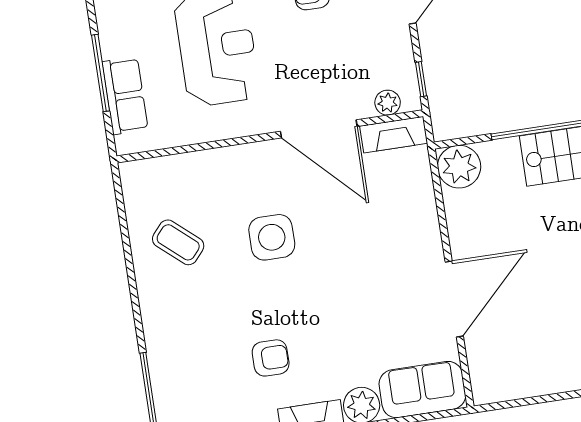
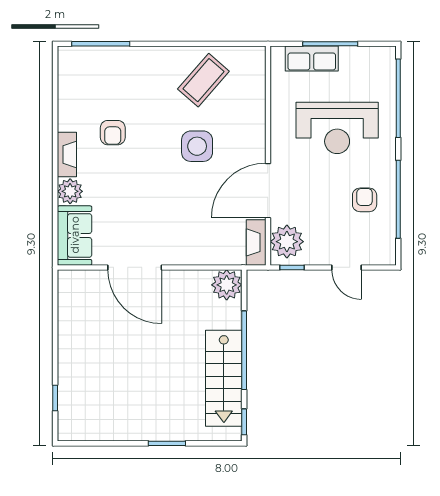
plant: (388, 103) -> (287, 242), width x1.88, depth x1.88
coffee table: (178, 242) -> (203, 80), width x1.36, depth x1.30

